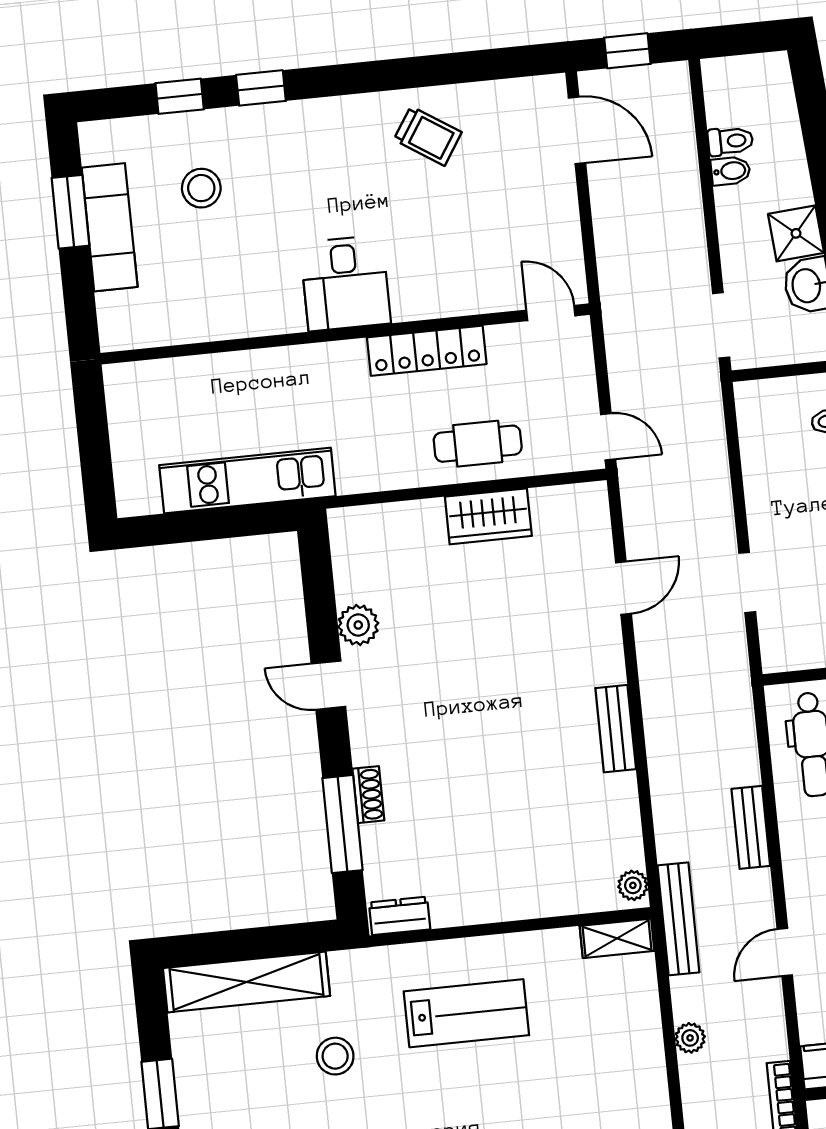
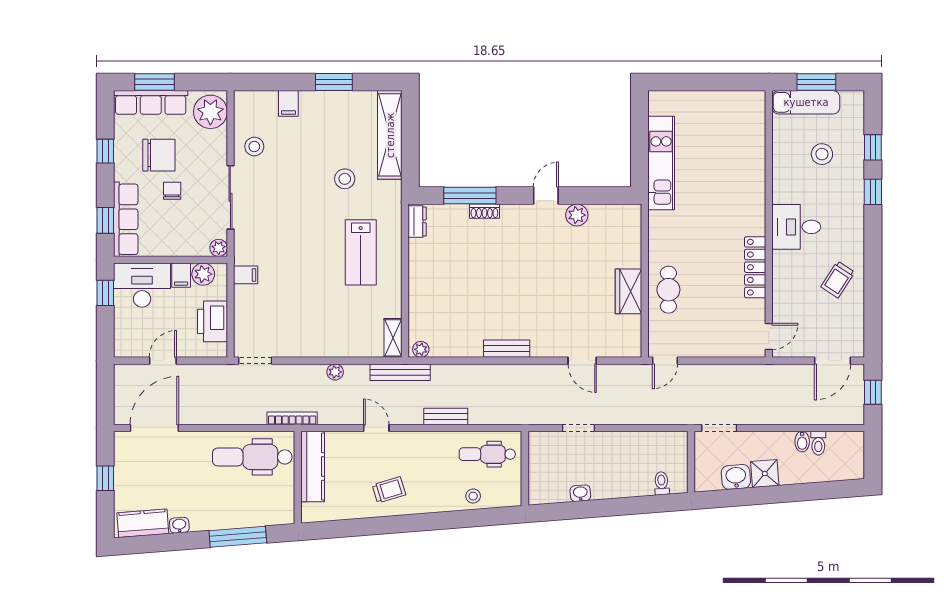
desk: (345, 283) -> (796, 227), moved
door: (551, 313) -> (769, 336), moved
wall: (345, 334) -> (769, 224), moved
locker: (427, 351) -> (755, 267), moved

